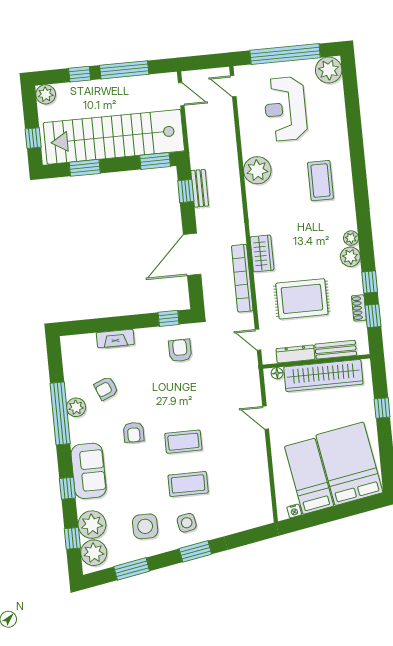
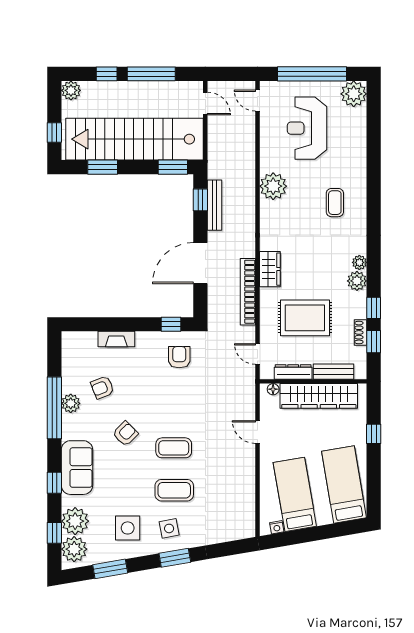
coffee table: (321, 181) -> (335, 203), width x0.73, depth x0.77
bench: (200, 188) -> (214, 205), width x1.36
armchair: (134, 432) -> (125, 434), turned -135
bed: (349, 464) -> (344, 485), width x0.67

